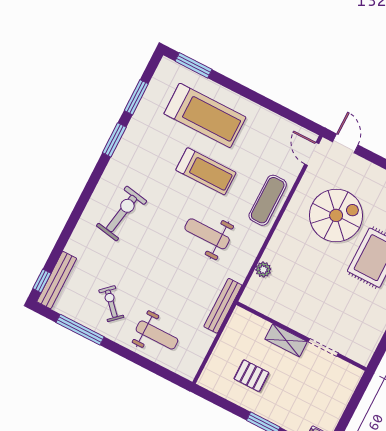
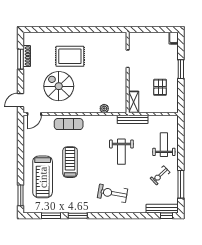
treadmill: (205, 115) -> (43, 177), turned 180
weight bench: (207, 234) -> (121, 152), moved
shelving: (286, 340) -> (134, 102), moved

